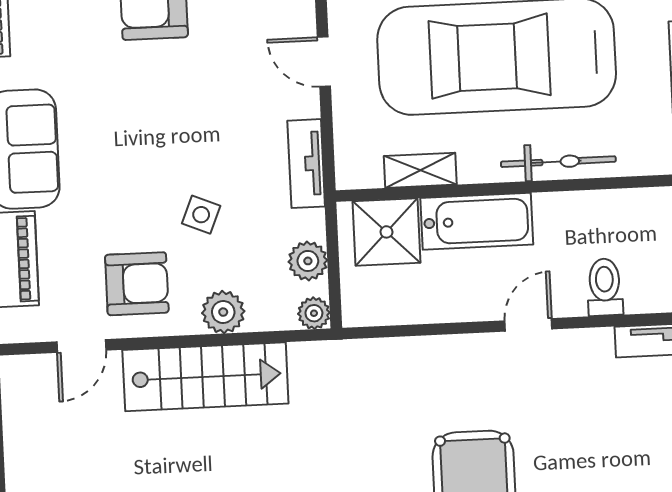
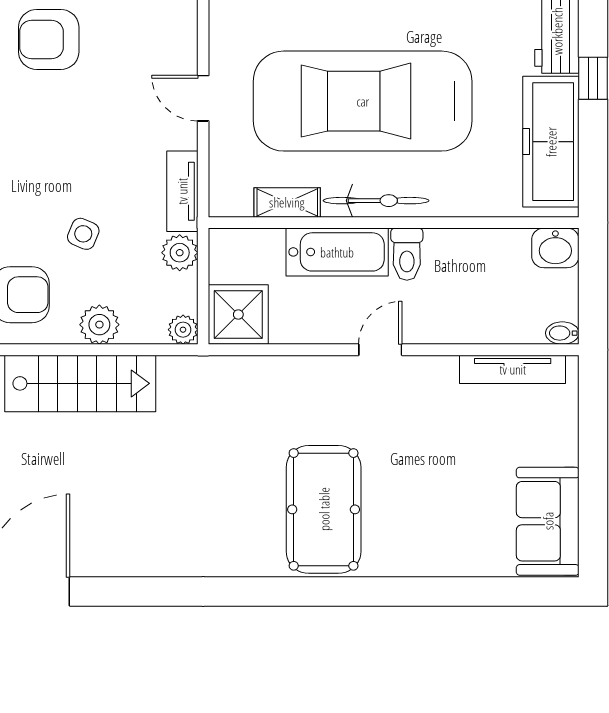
bicycle: (558, 162) -> (376, 201), moved
shower: (386, 232) -> (238, 314), moved
plant: (308, 261) -> (180, 253), moved
toilet: (605, 287) -> (407, 254), moved, turned 180

